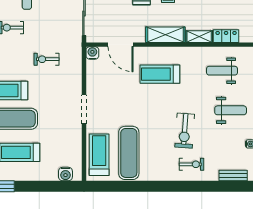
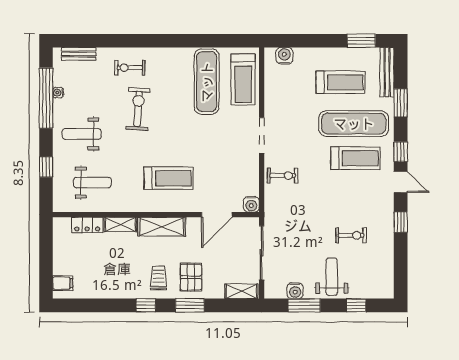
door: (120, 45) -> (217, 215), swing flipped
exercise bike: (47, 59) -> (283, 176), moved

